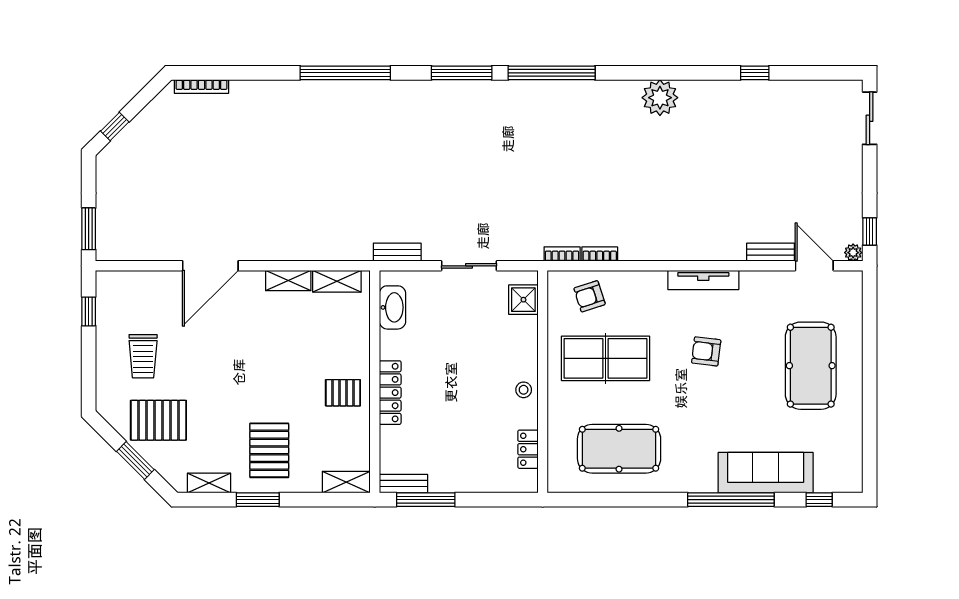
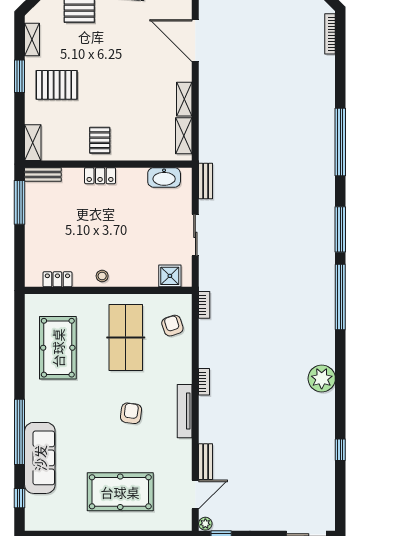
bookcase: (600, 254) -> (204, 382), moved
locker: (390, 393) -> (100, 176), width x0.66
bench: (403, 484) -> (43, 174), moved, turned 90

